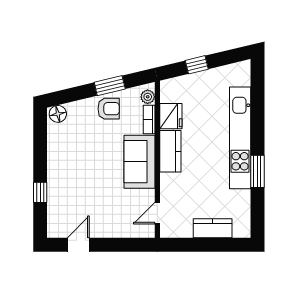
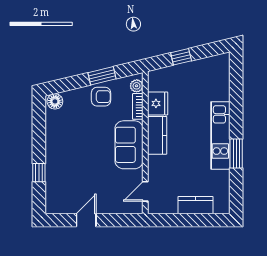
kitchen unit: (240, 138) -> (220, 135), width x0.73
door: (78, 245) -> (86, 220), moved

